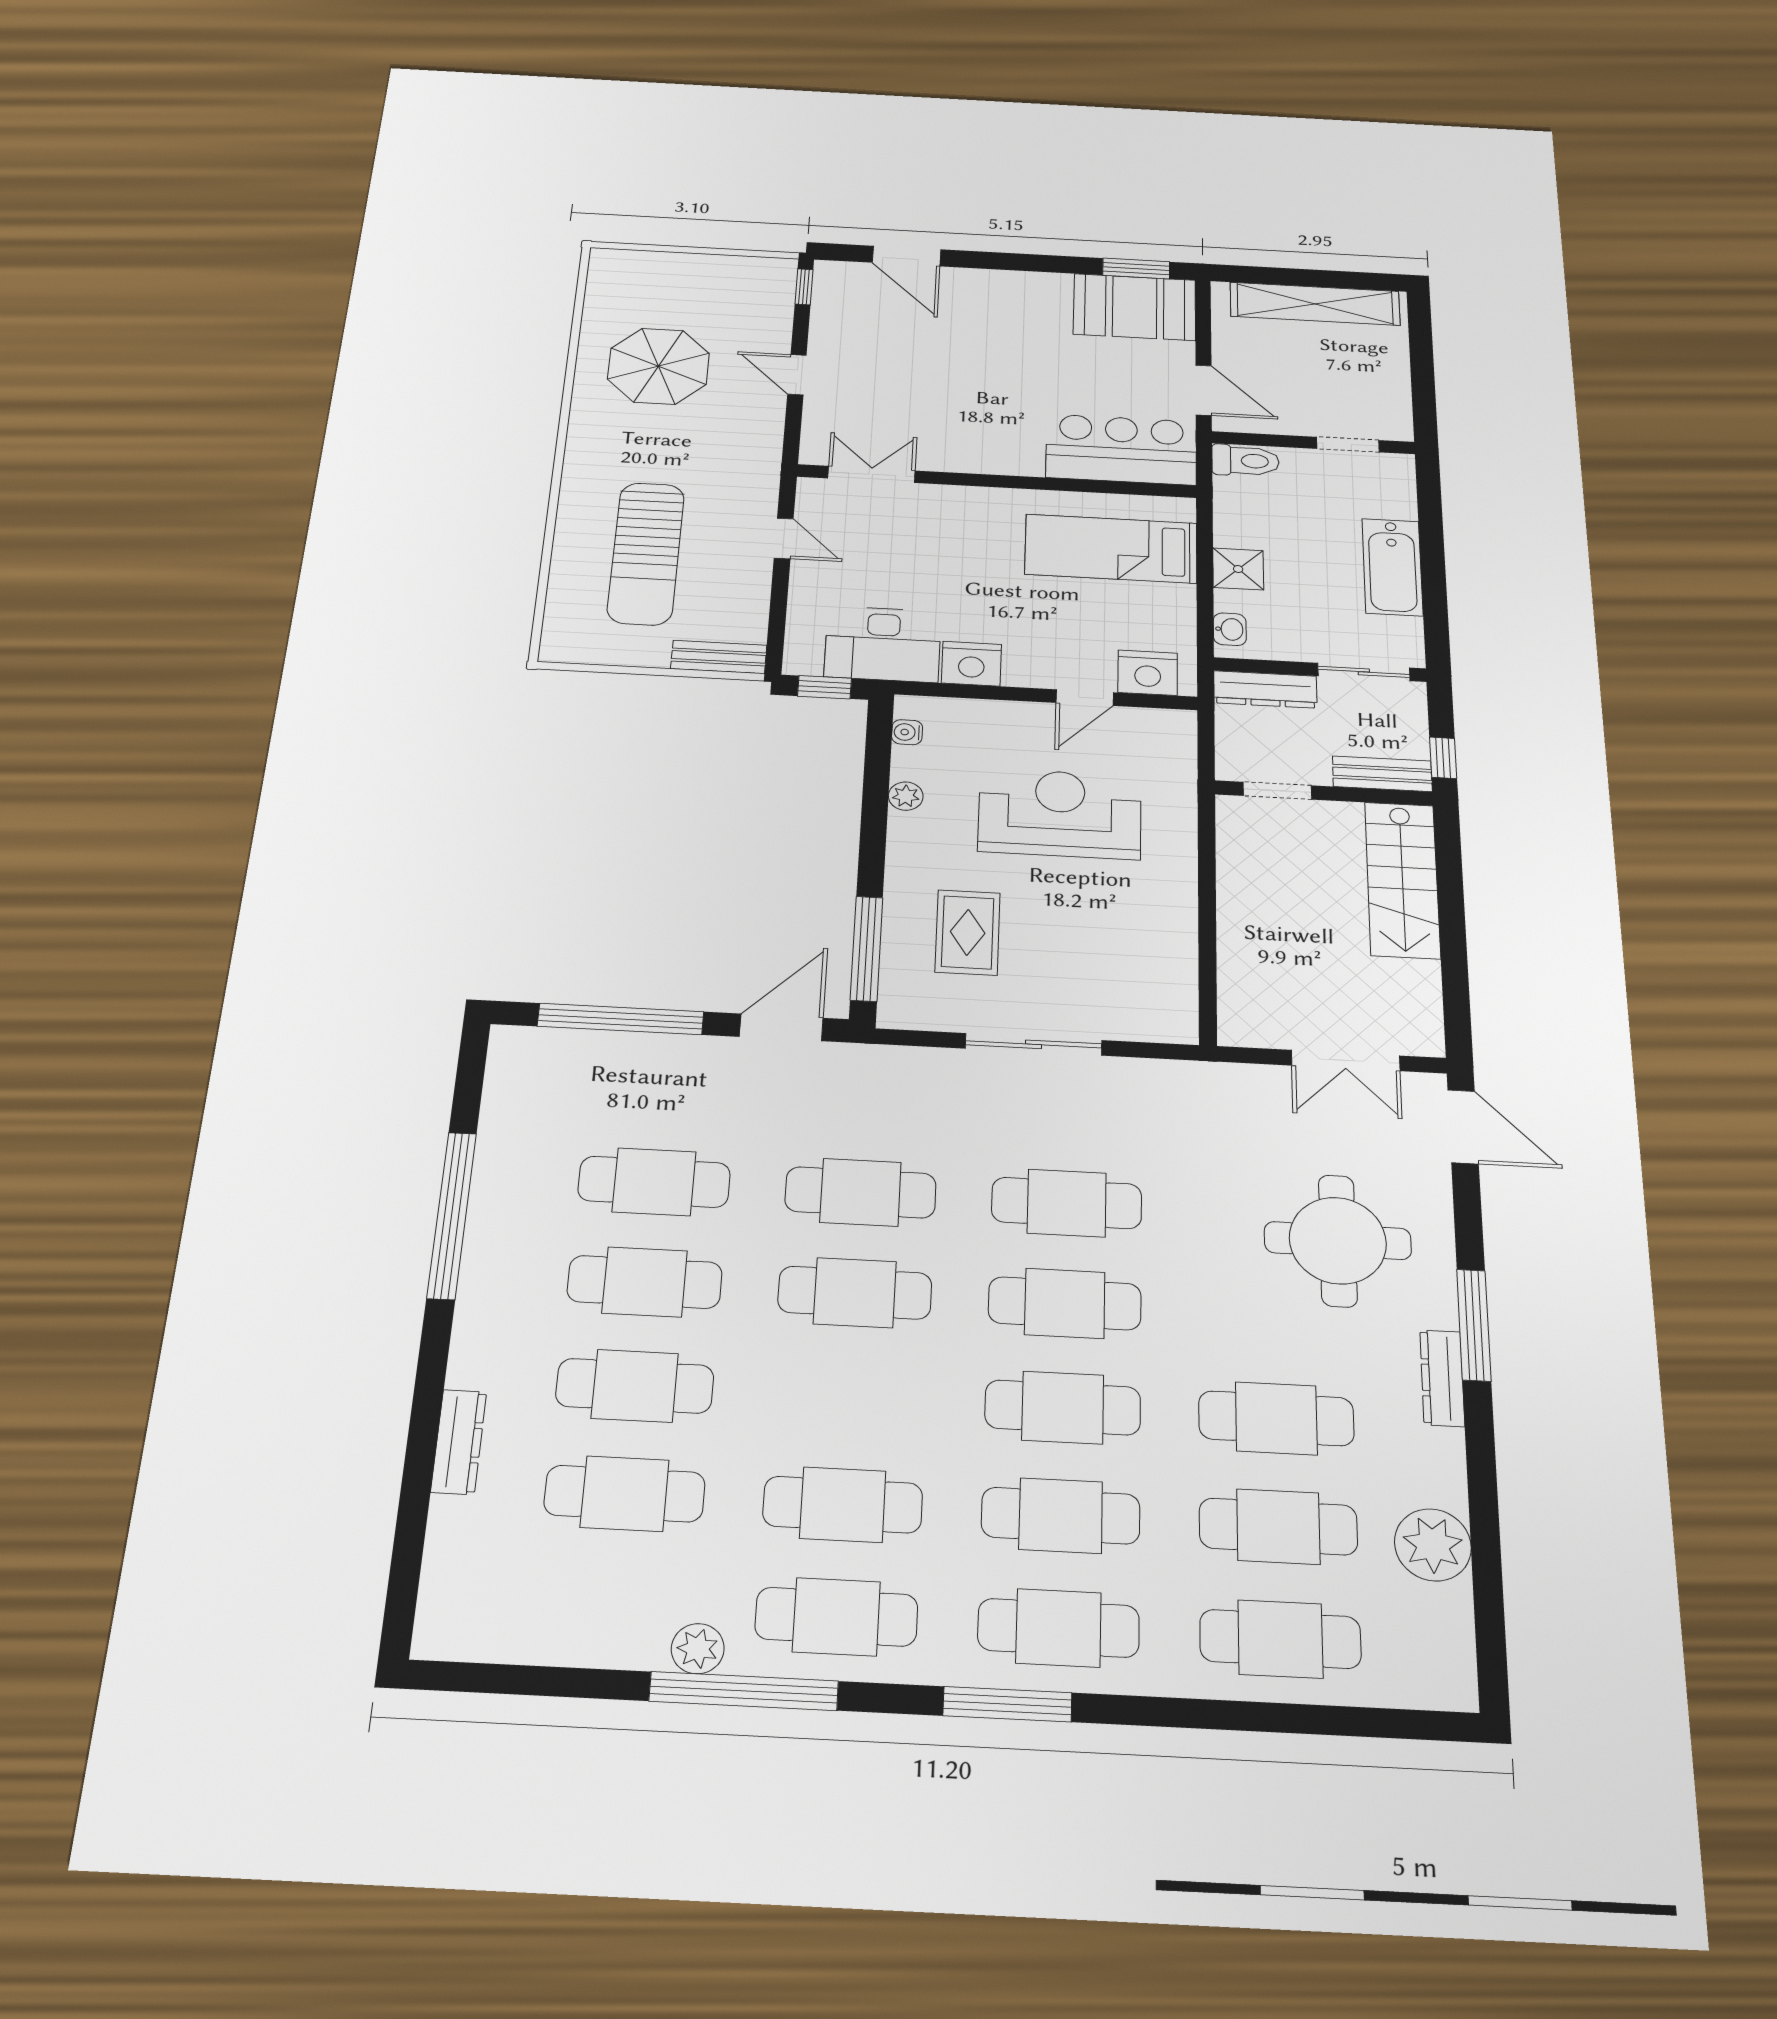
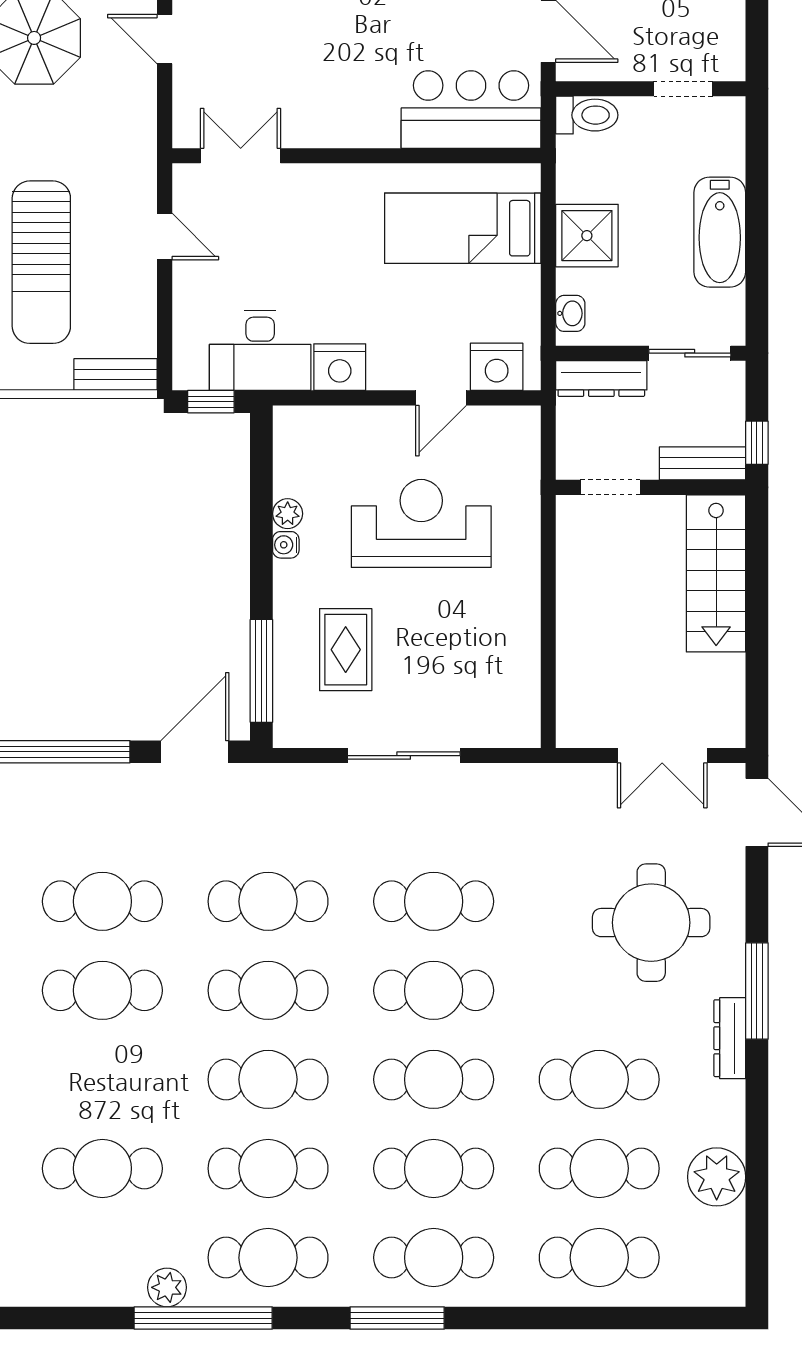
shower: (1238, 569) -> (587, 236), width x1.36, depth x1.36
water cooler: (907, 732) -> (286, 545), moved
cafe table: (635, 1386) -> (268, 1079), moved

